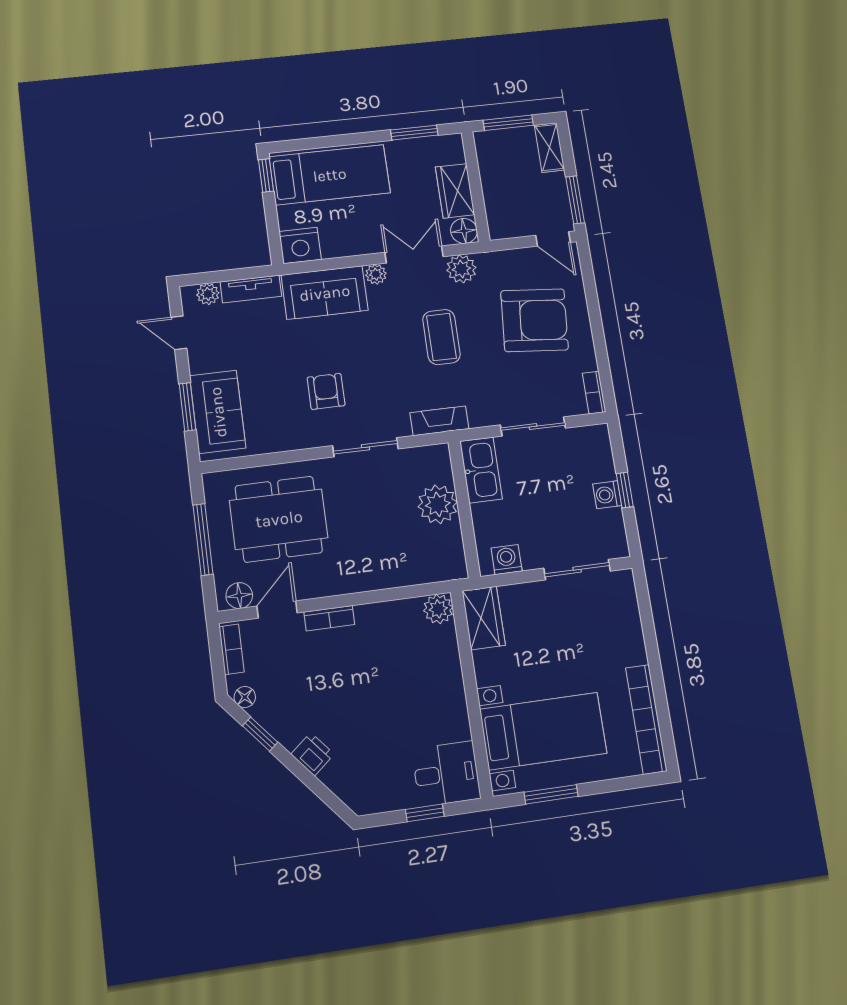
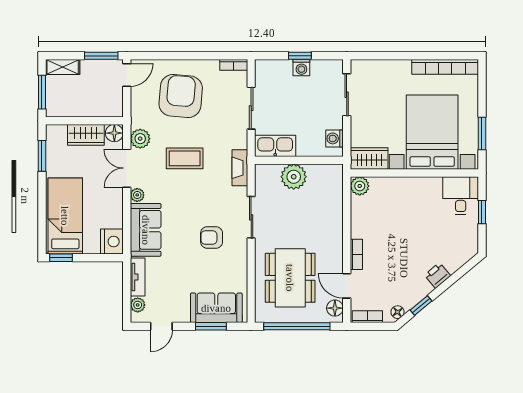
window: (203, 539) -> (297, 326), width x1.46
bed with nightstands: (543, 731) -> (432, 132), width x1.36

